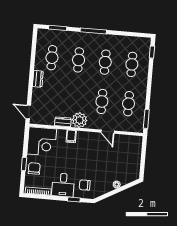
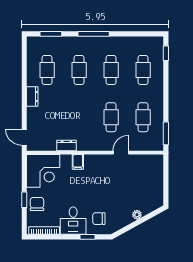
plant: (80, 120) -> (86, 142), removed
door: (108, 132) -> (121, 153), swing flipped

